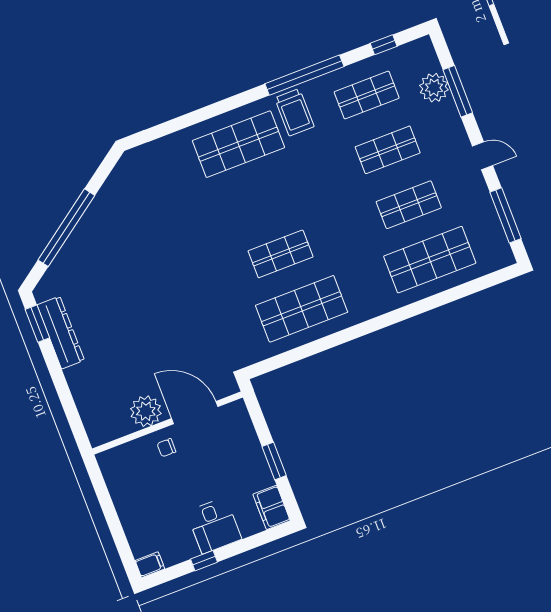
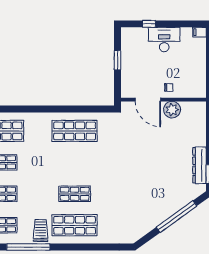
shop shelf: (281, 254) -> (75, 194), moved
filing cabinet: (272, 507) -> (128, 37), removed
desk: (214, 525) -> (164, 40), width x1.37
window: (204, 561) -> (149, 24), moved

